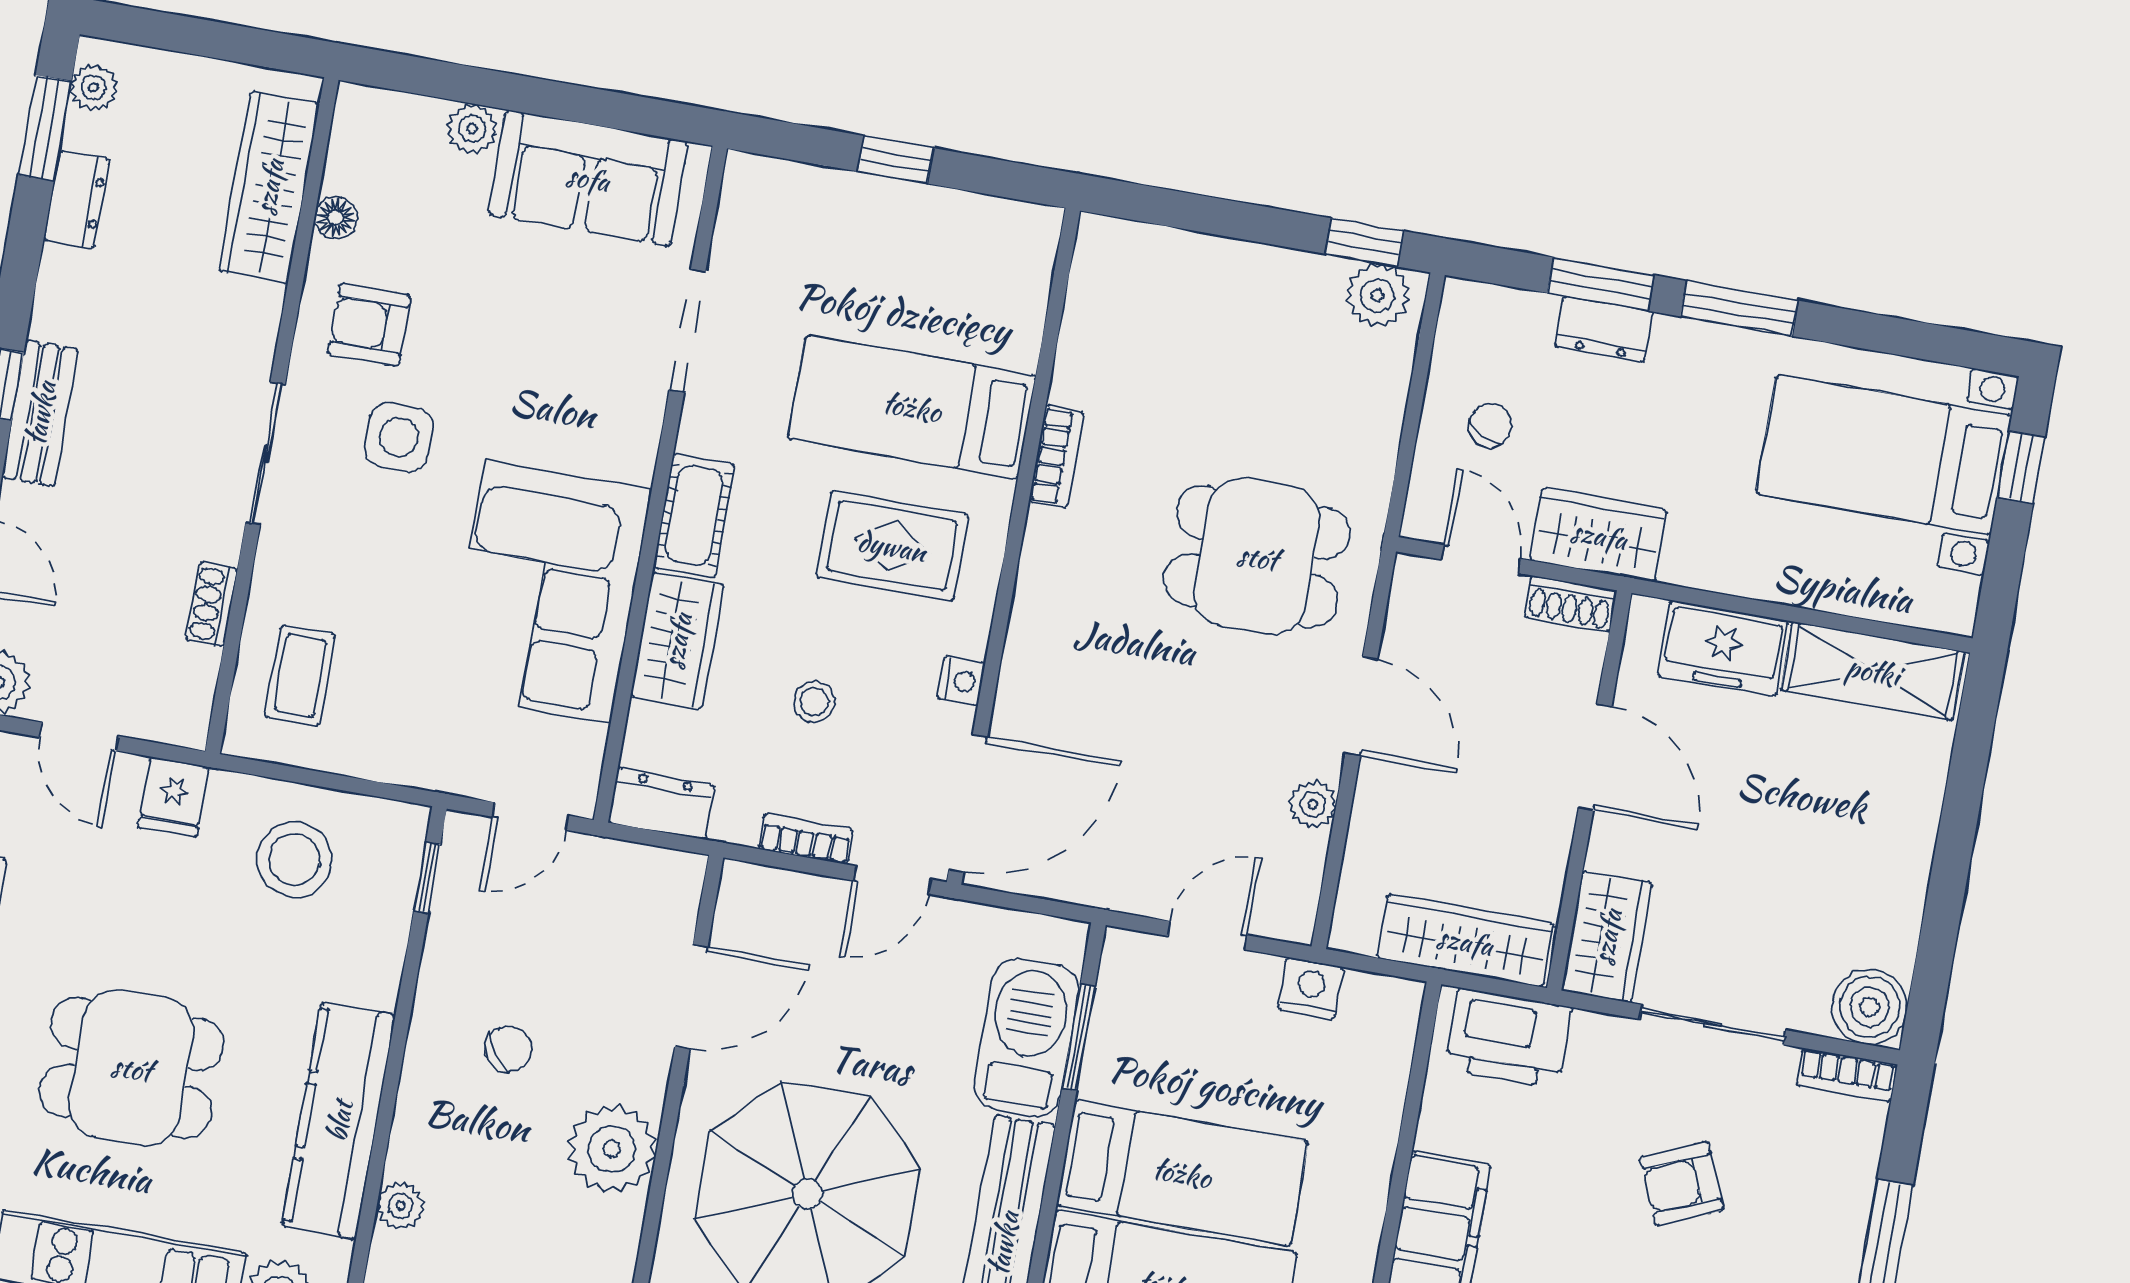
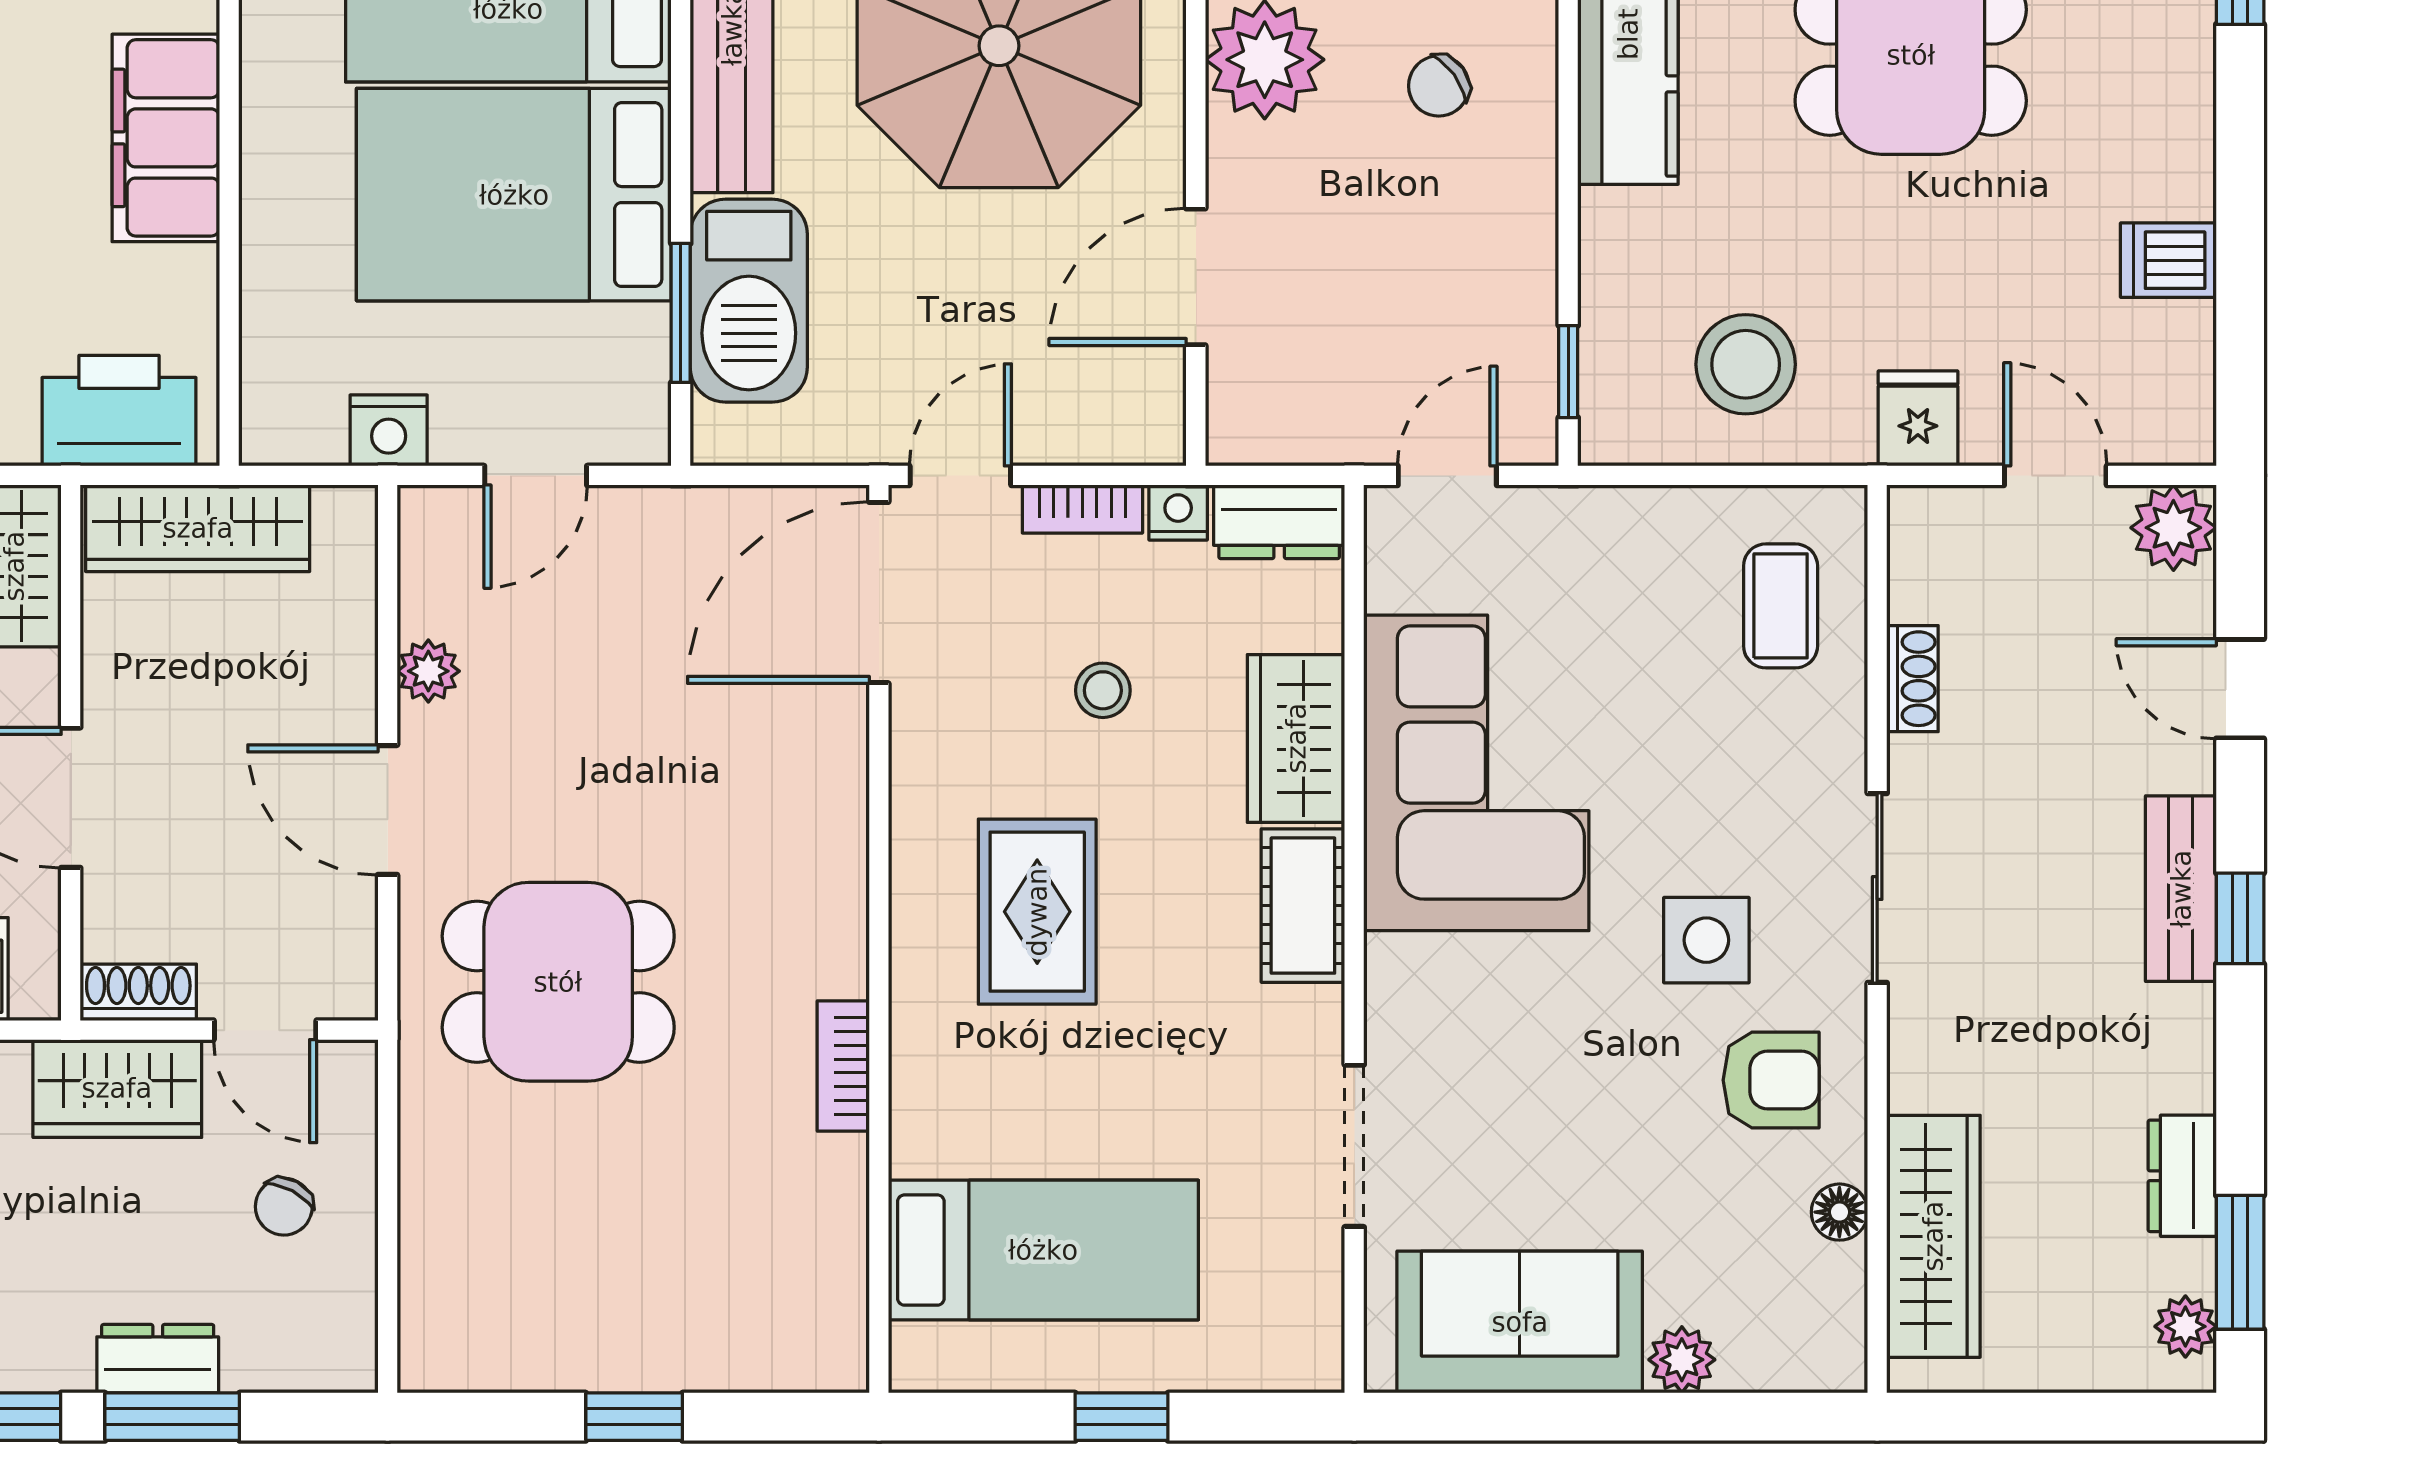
window: (1364, 242) -> (634, 1417), moved
plant: (1378, 295) -> (461, 1351), removed
bed: (912, 407) -> (1043, 1250), moved
rug: (892, 546) -> (1037, 912), turned 90
nightstand: (961, 681) -> (1178, 512), moved, turned 90
chair: (508, 1049) -> (1439, 86), moved
bed: (1182, 1173) -> (514, 195), width x1.50

